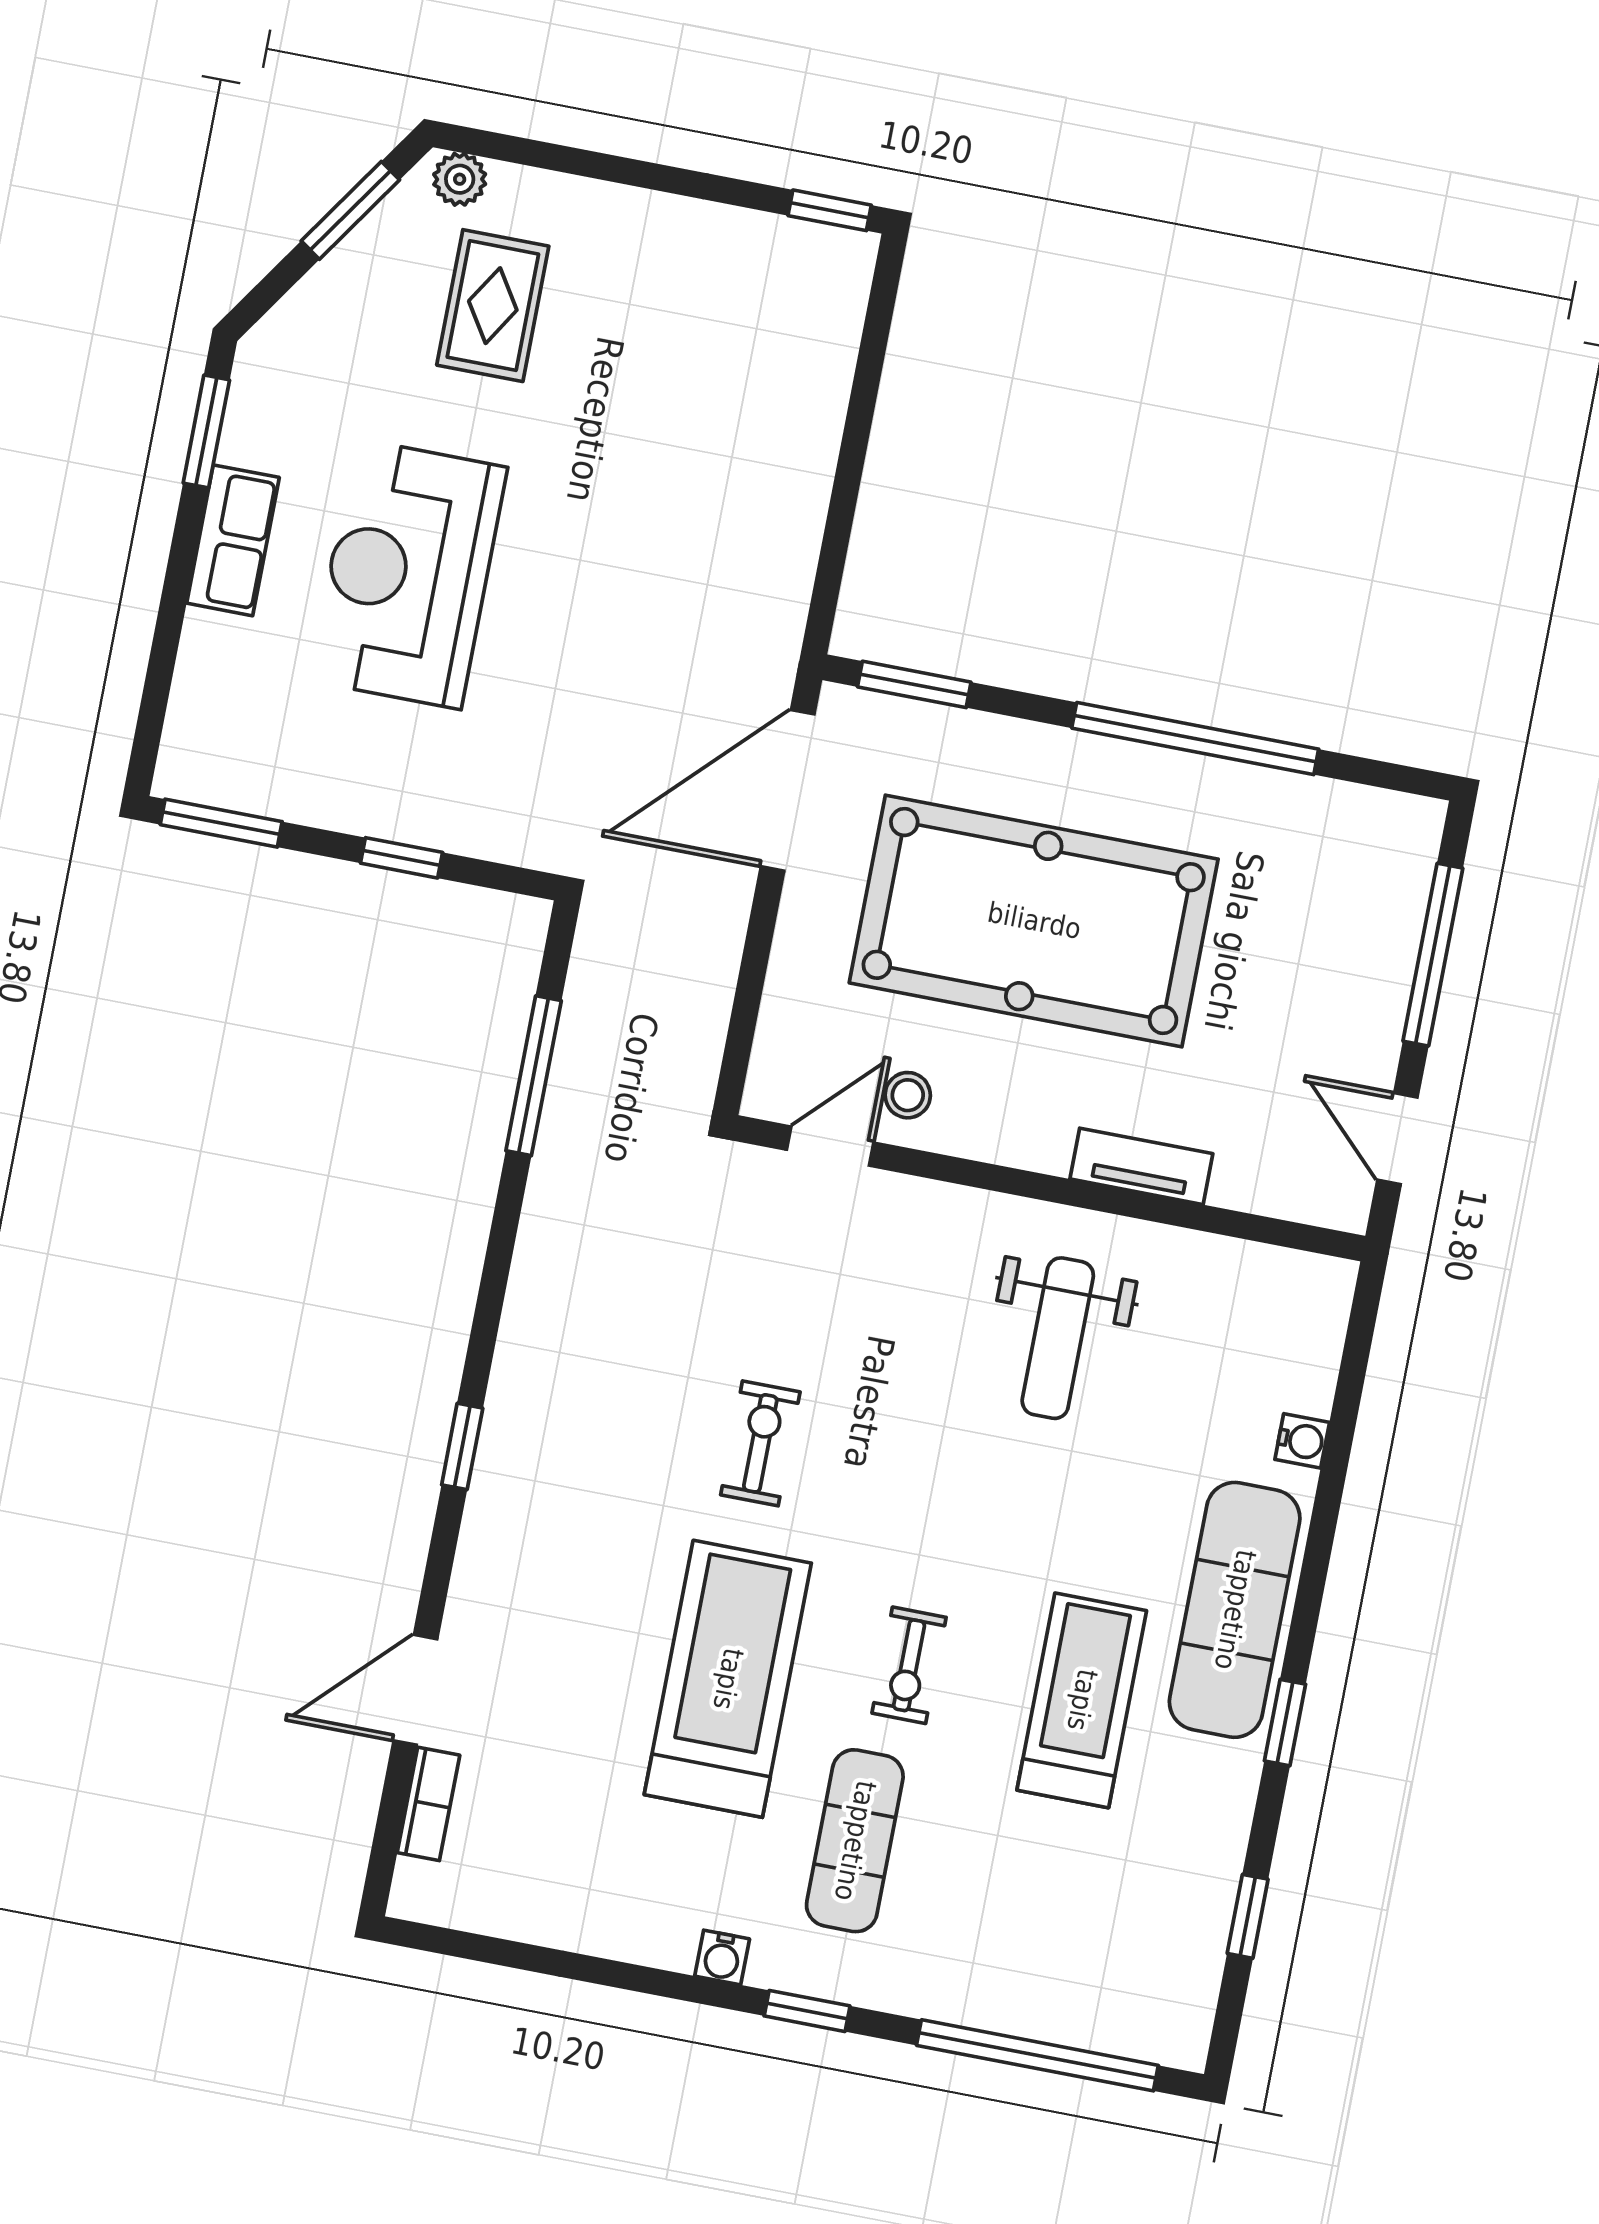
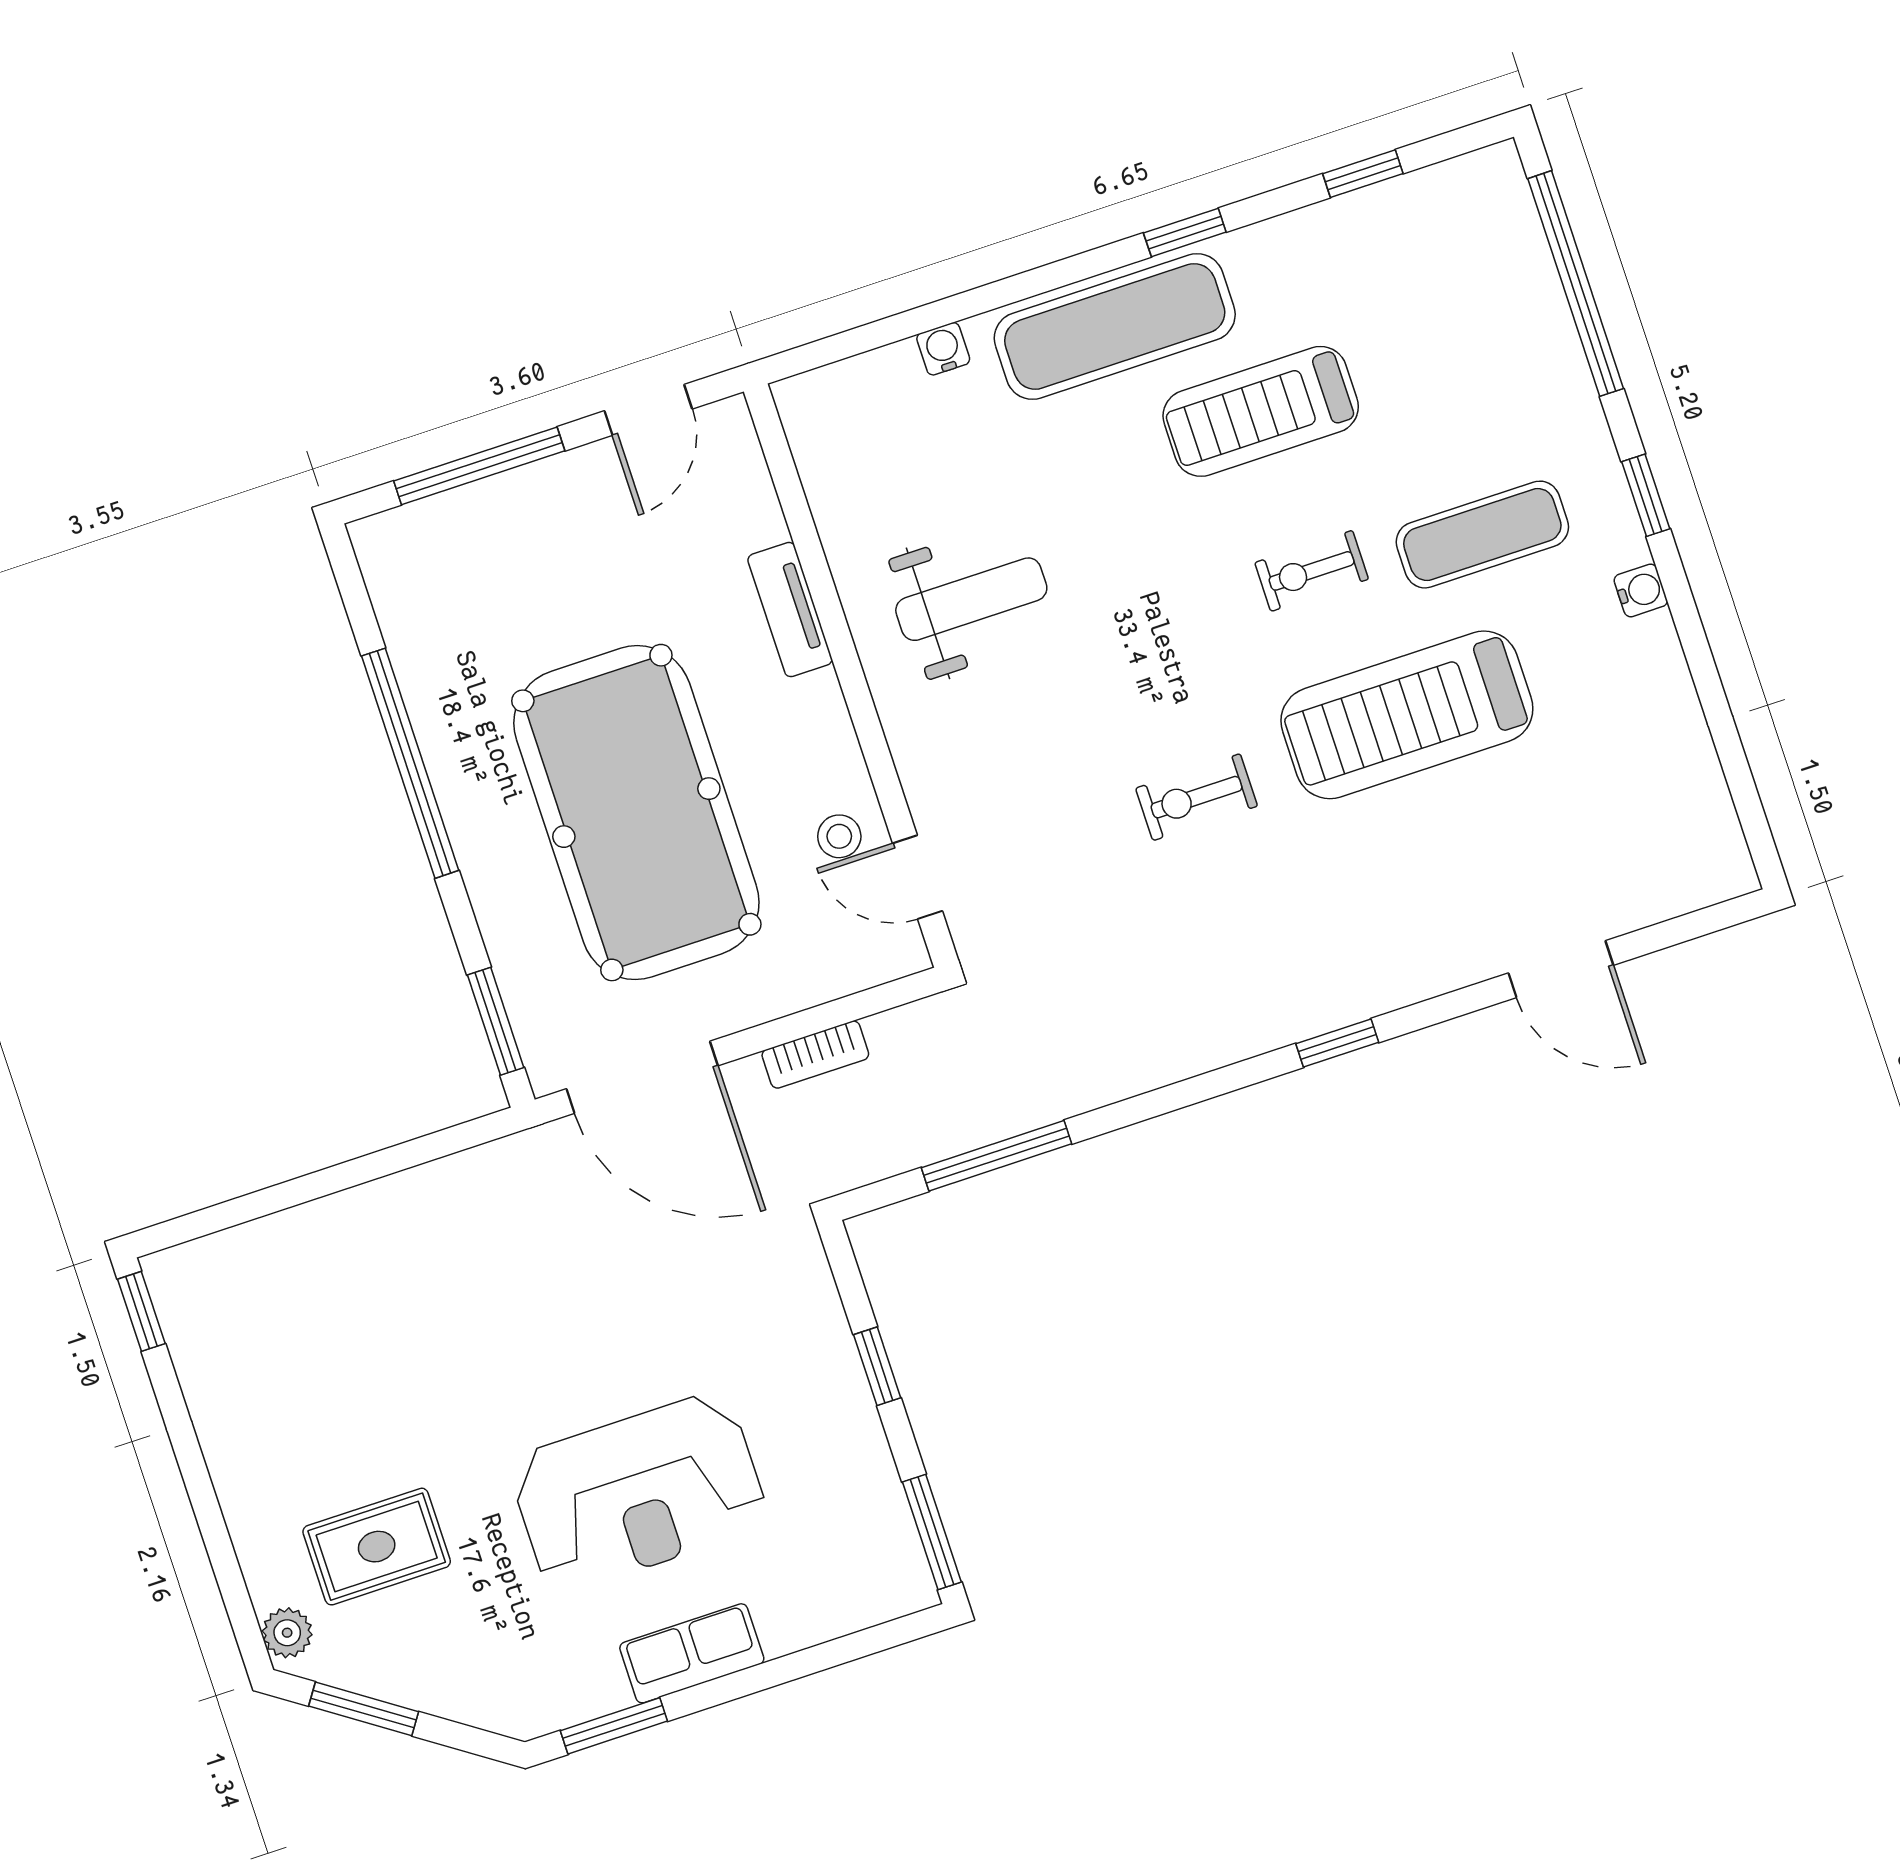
exercise bike: (909, 1665) -> (1312, 571), turned 180
bookcase: (428, 1804) -> (815, 1055), moved, turned 180

